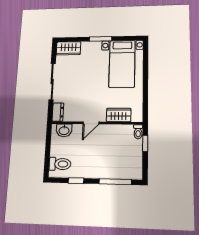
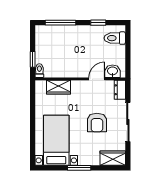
armchair: (82, 81) -> (97, 123), added
door: (91, 123) -> (97, 79), moved

